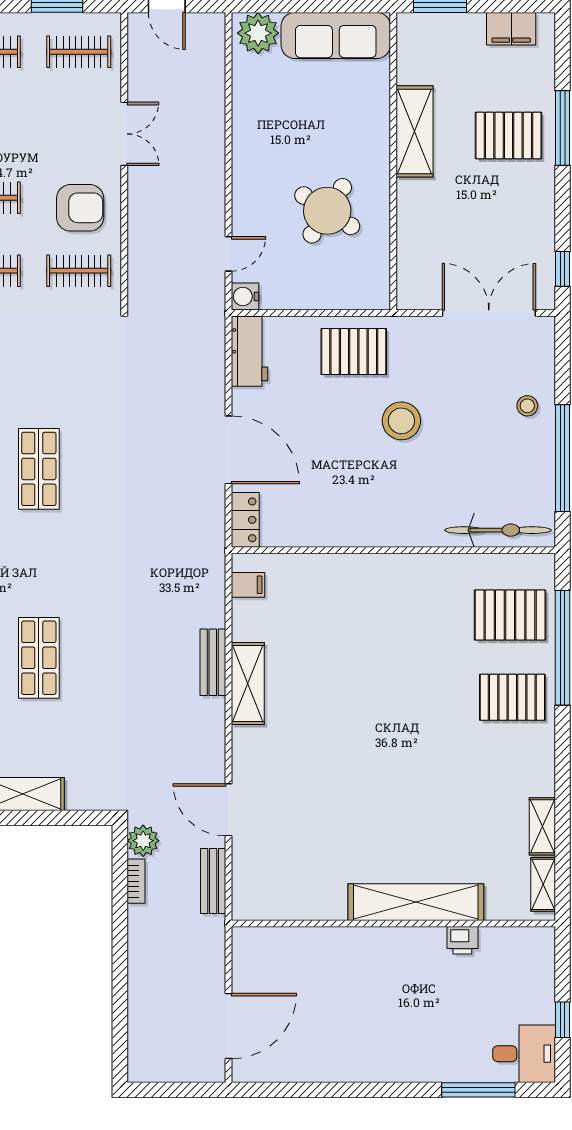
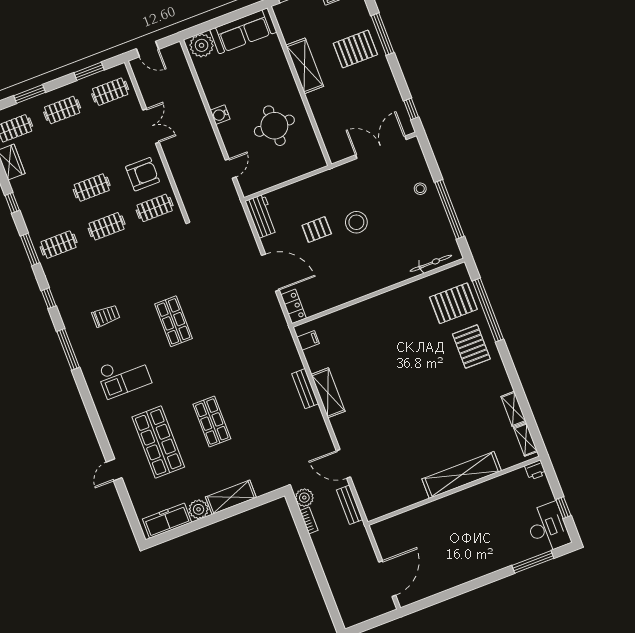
round table: (327, 211) -> (274, 126), turned -33
water cooler: (245, 297) -> (220, 115), moved
pallet: (354, 352) -> (317, 230), moved, width x0.67, depth x0.71
bicycle: (498, 530) -> (431, 263), width x0.73, depth x0.71
pallet: (512, 697) -> (471, 347), turned 90
printer: (462, 940) -> (535, 470), moved
desk: (524, 1054) -> (548, 528), width x1.37

